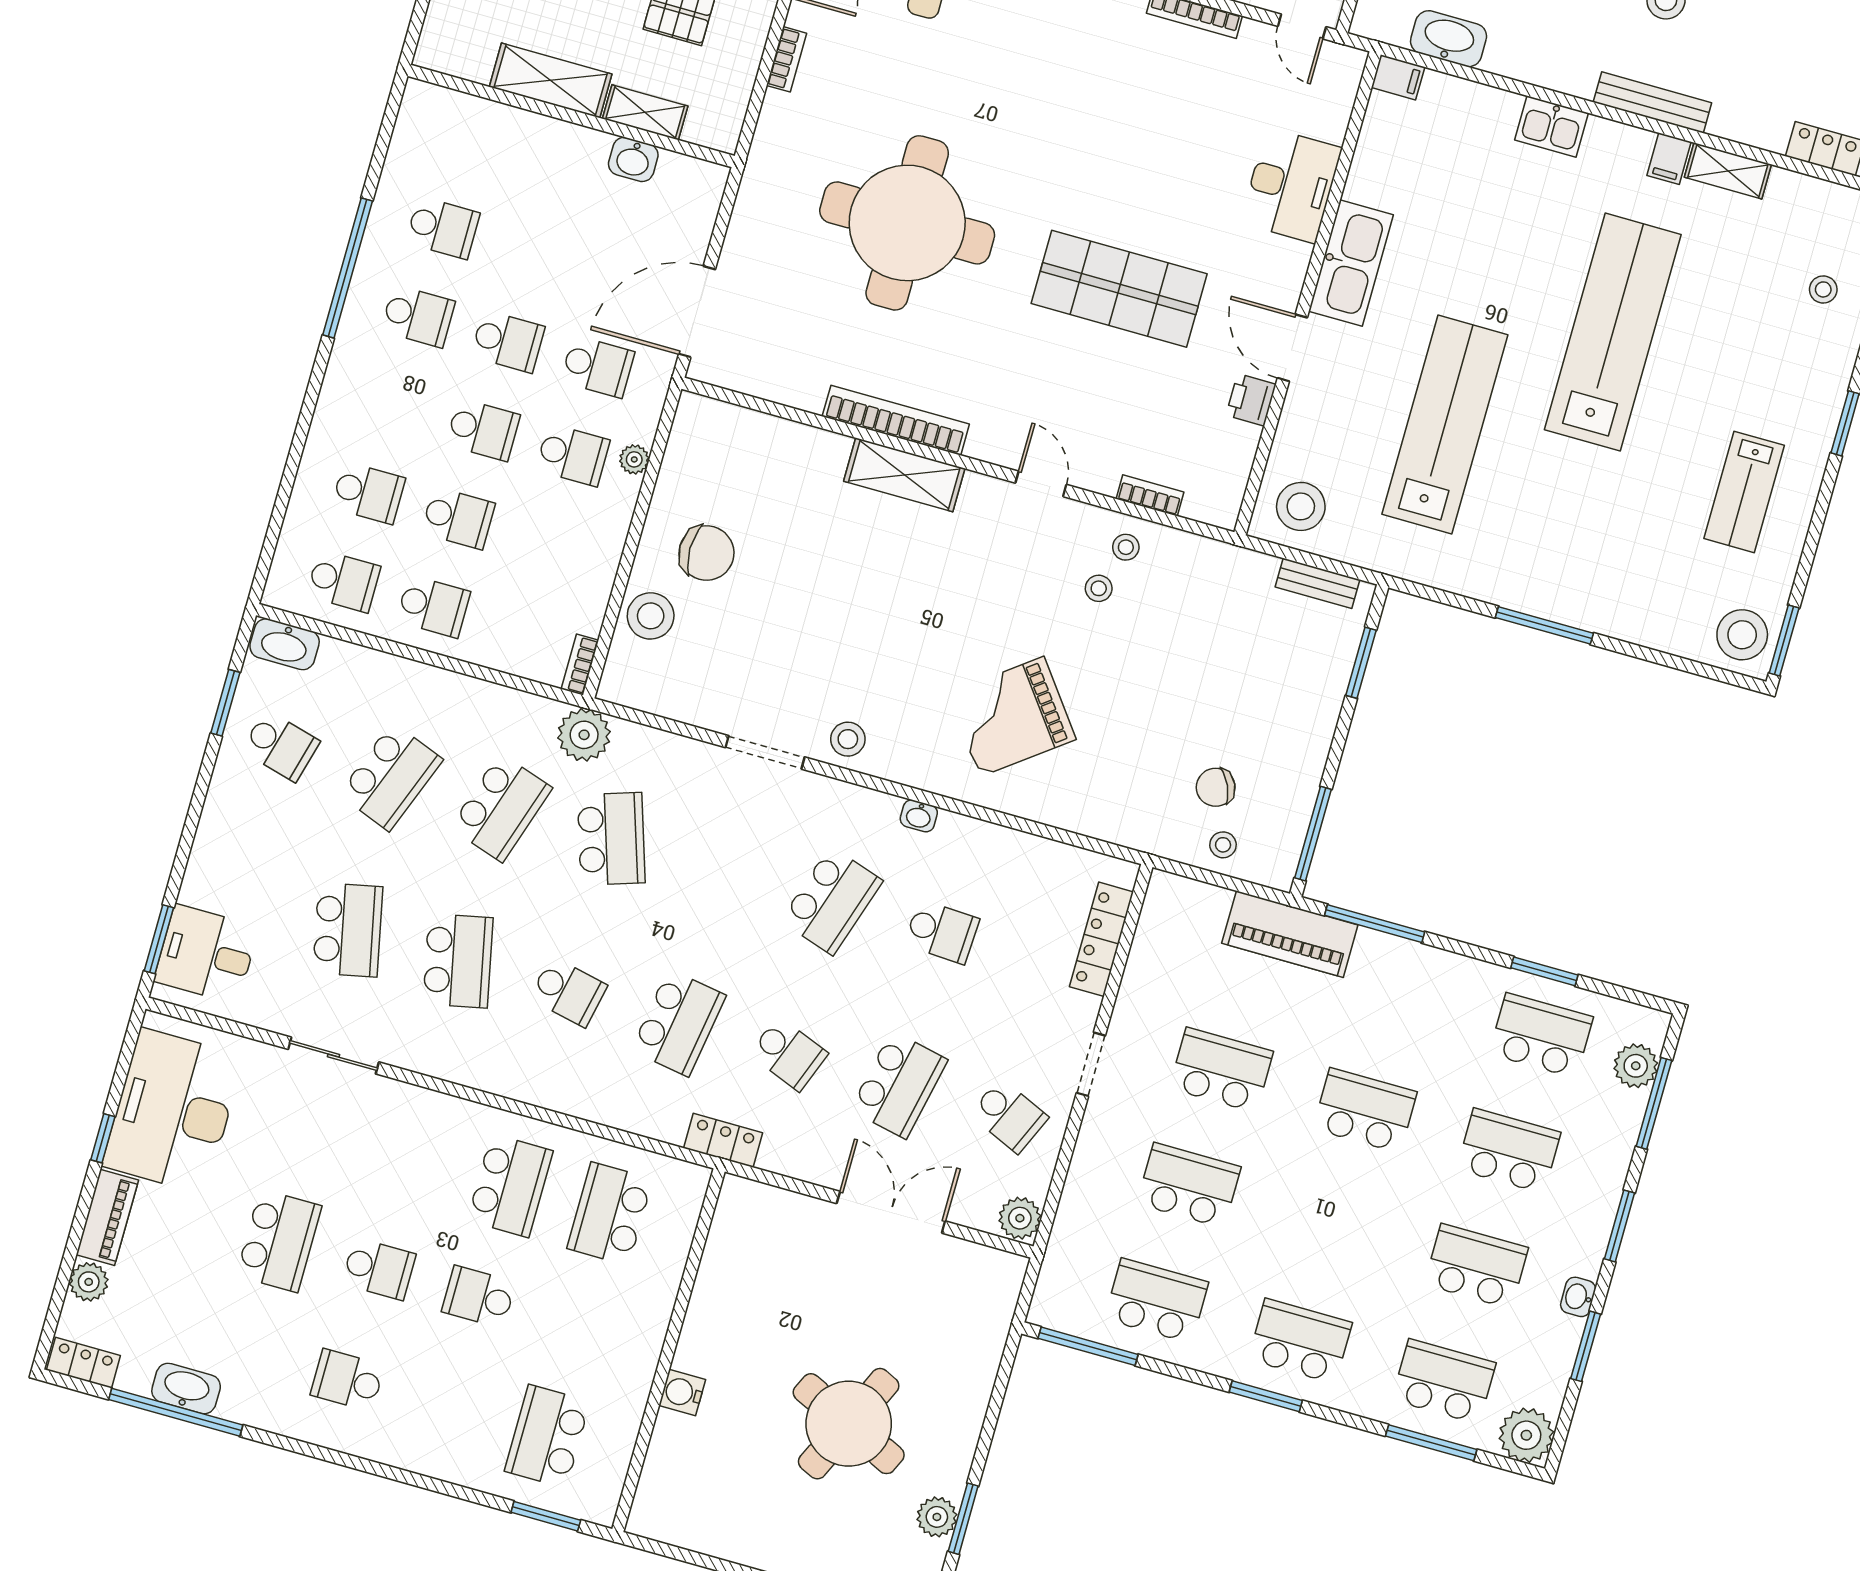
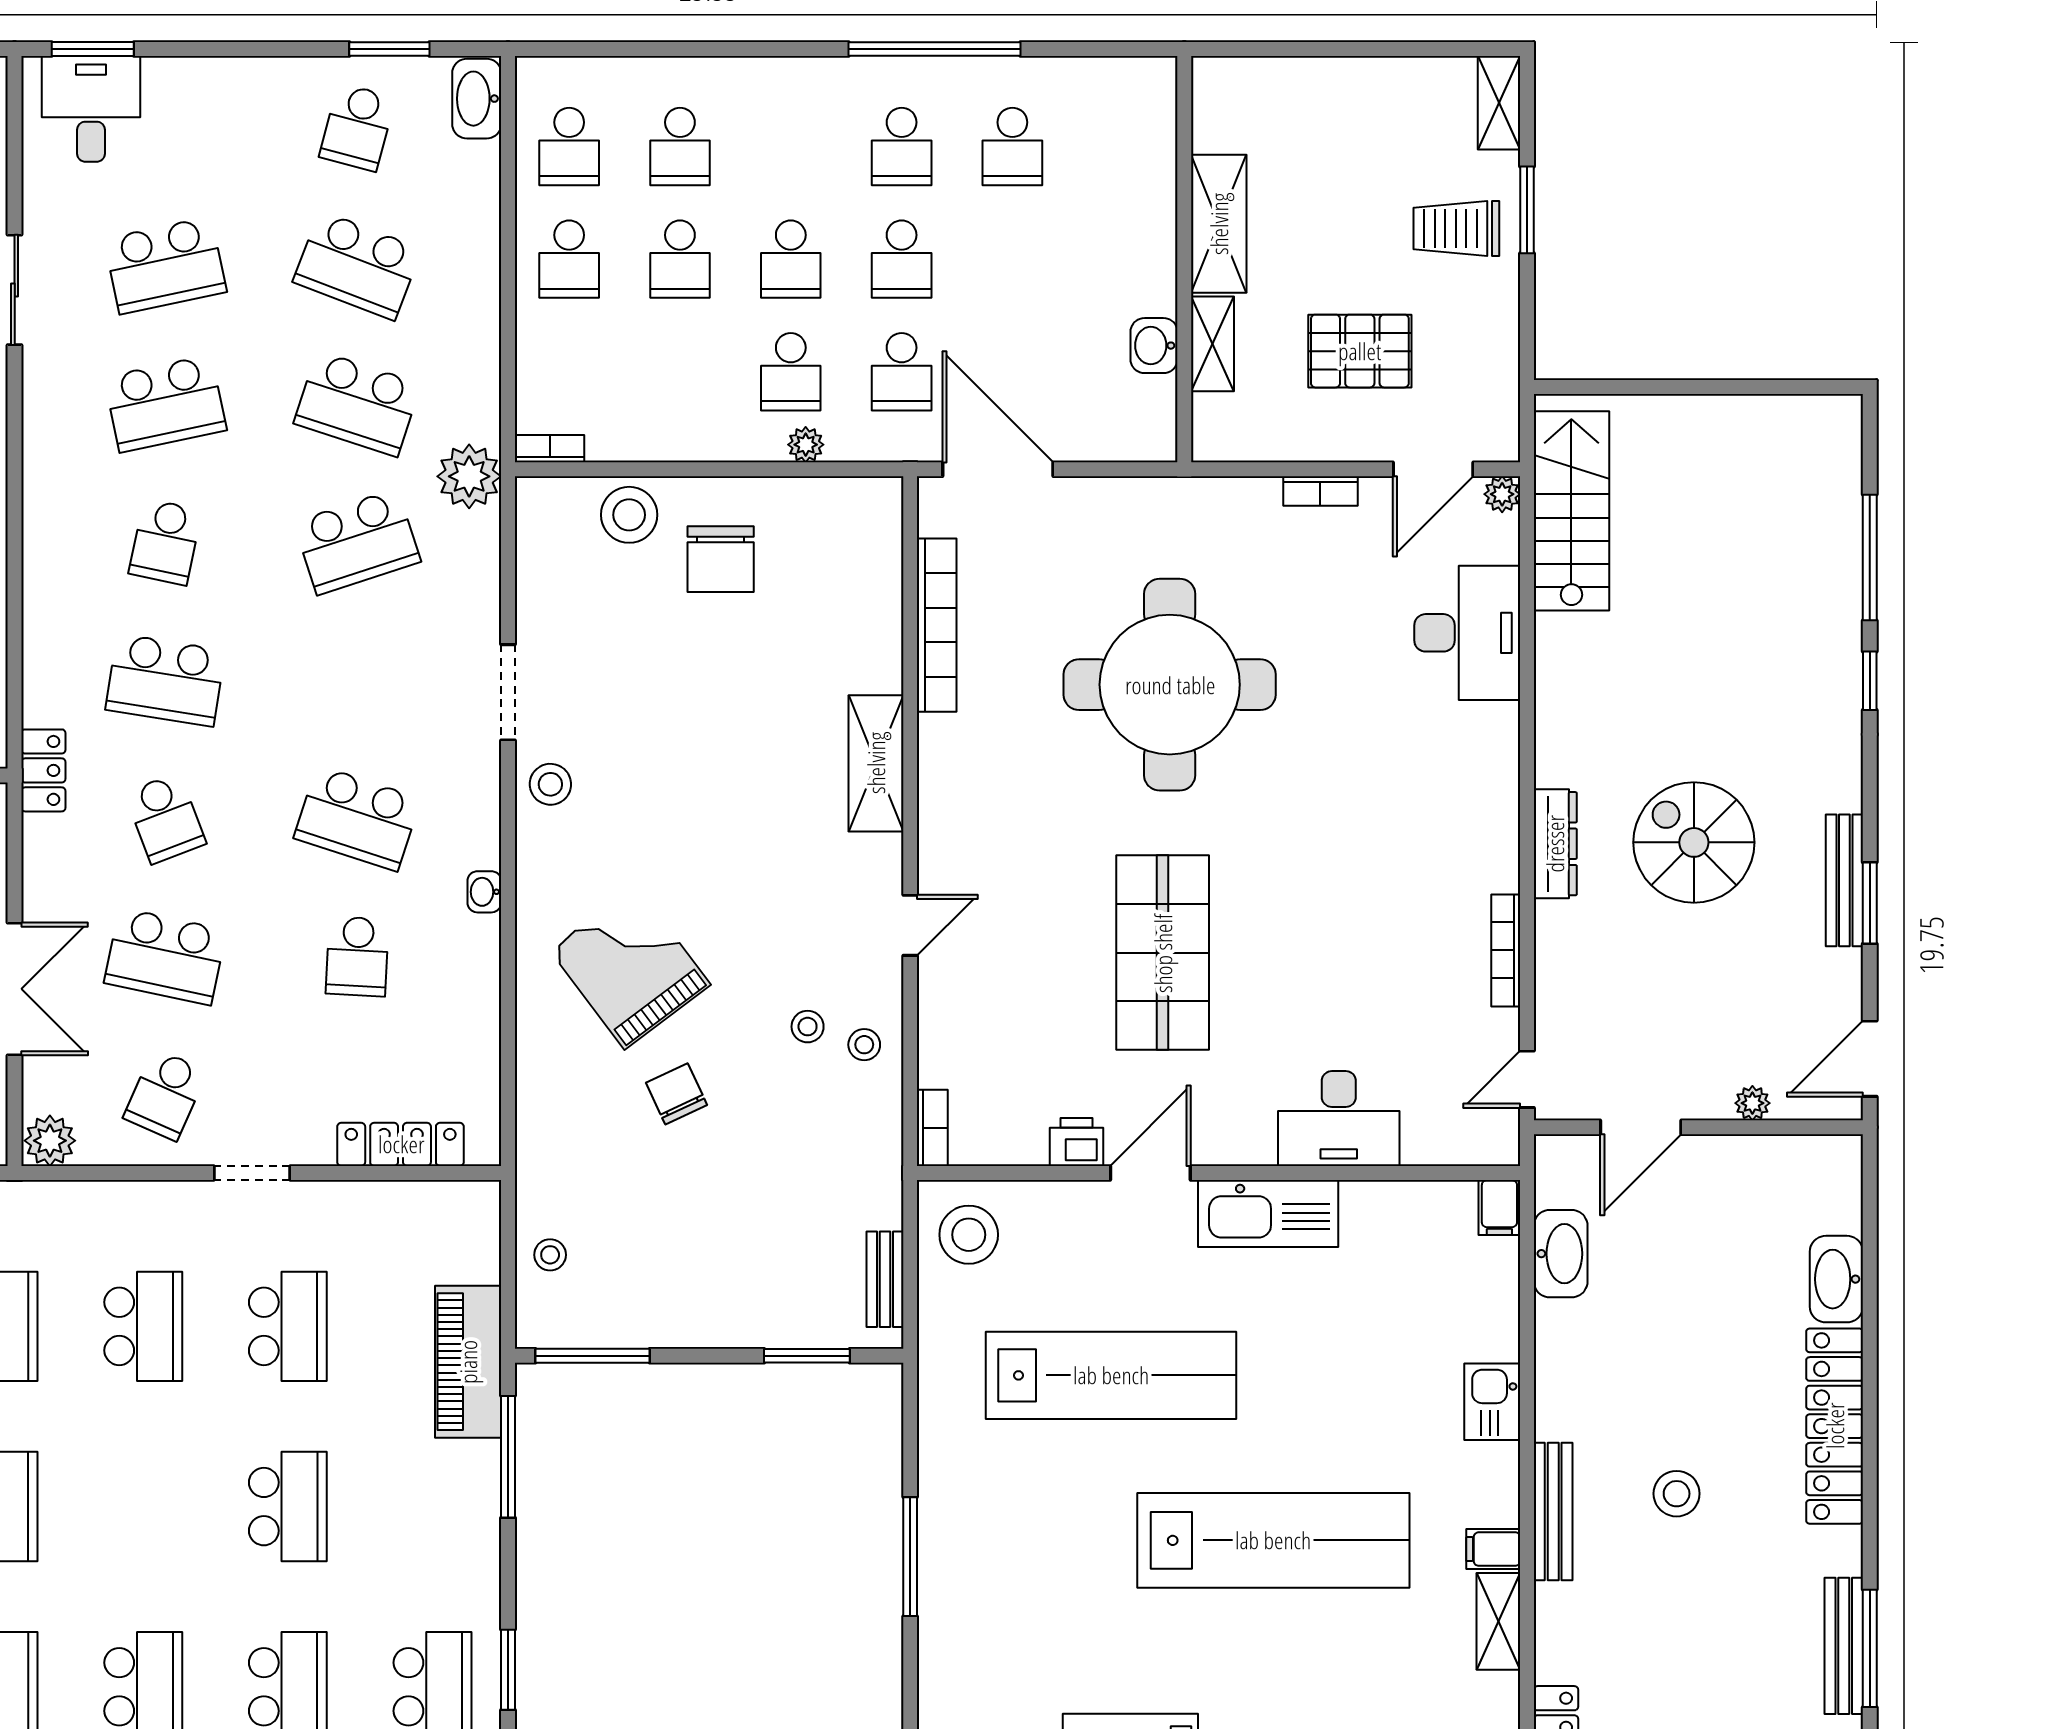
bookcase: (896, 420) -> (937, 625), moved
bookcase: (1150, 495) -> (932, 1128), moved
chair: (1216, 787) -> (677, 1094), moved
school desk: (789, 1054) -> (165, 818), turned -42

